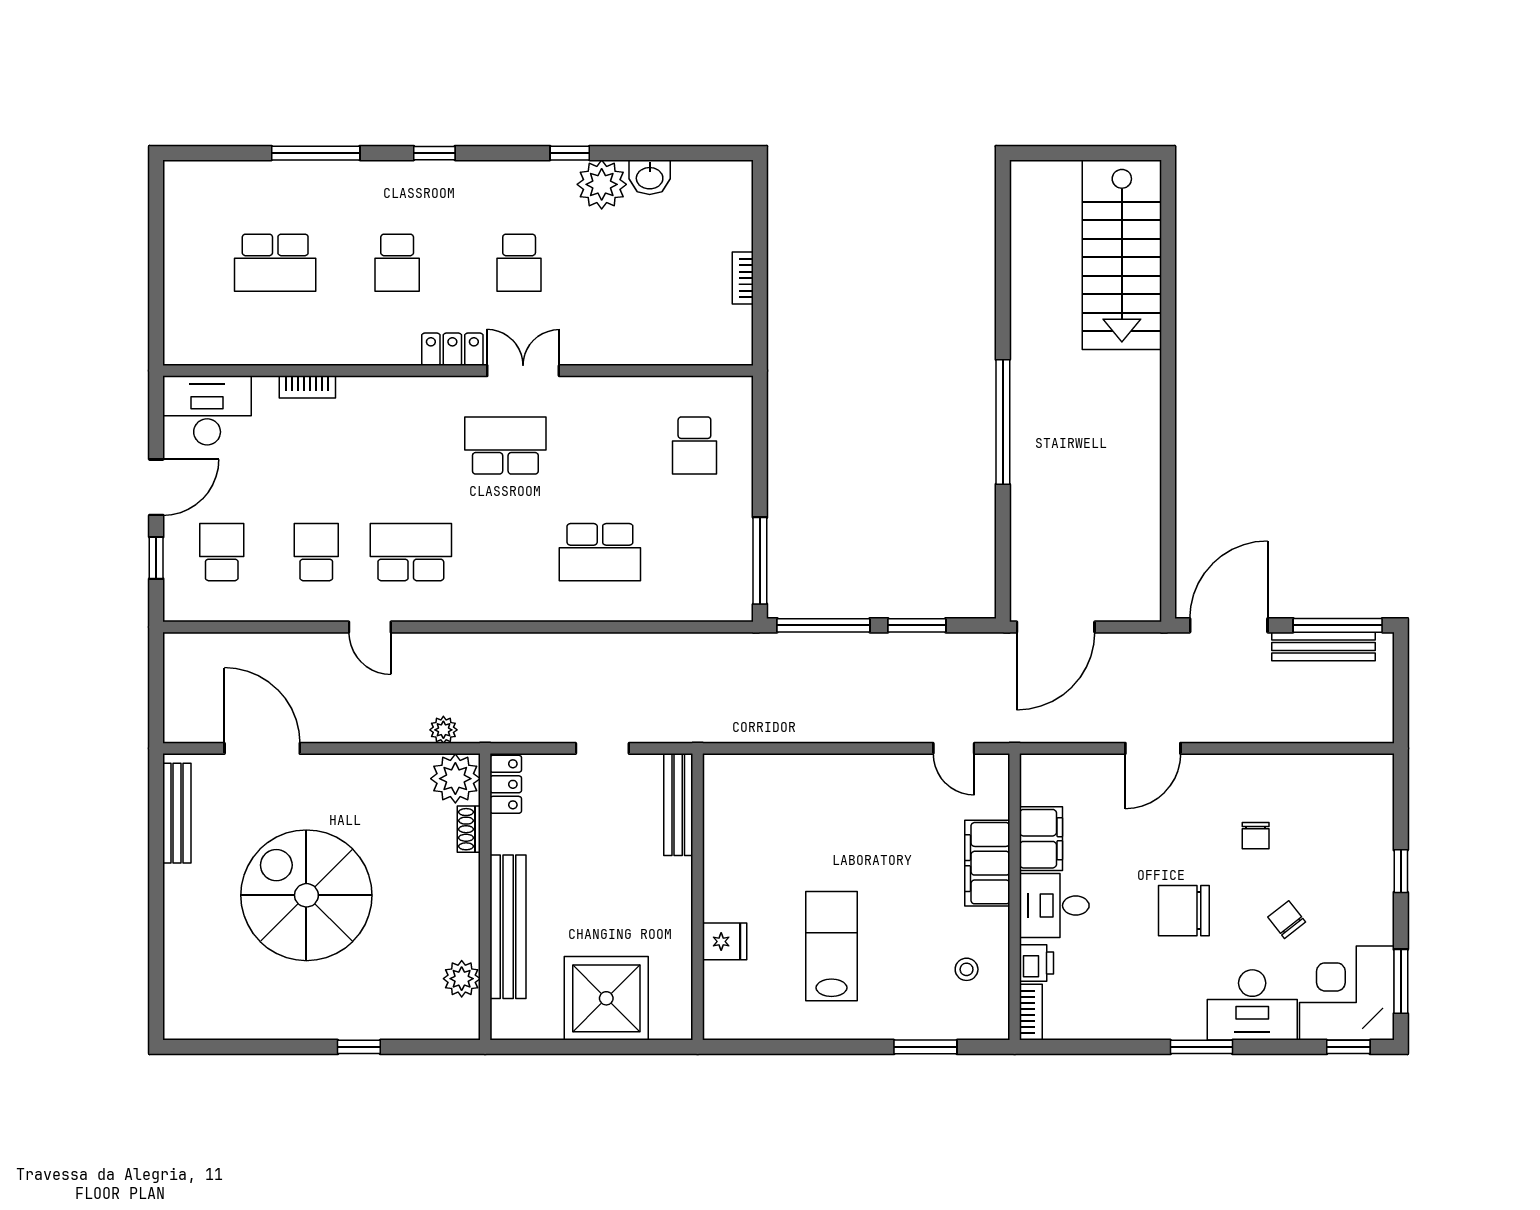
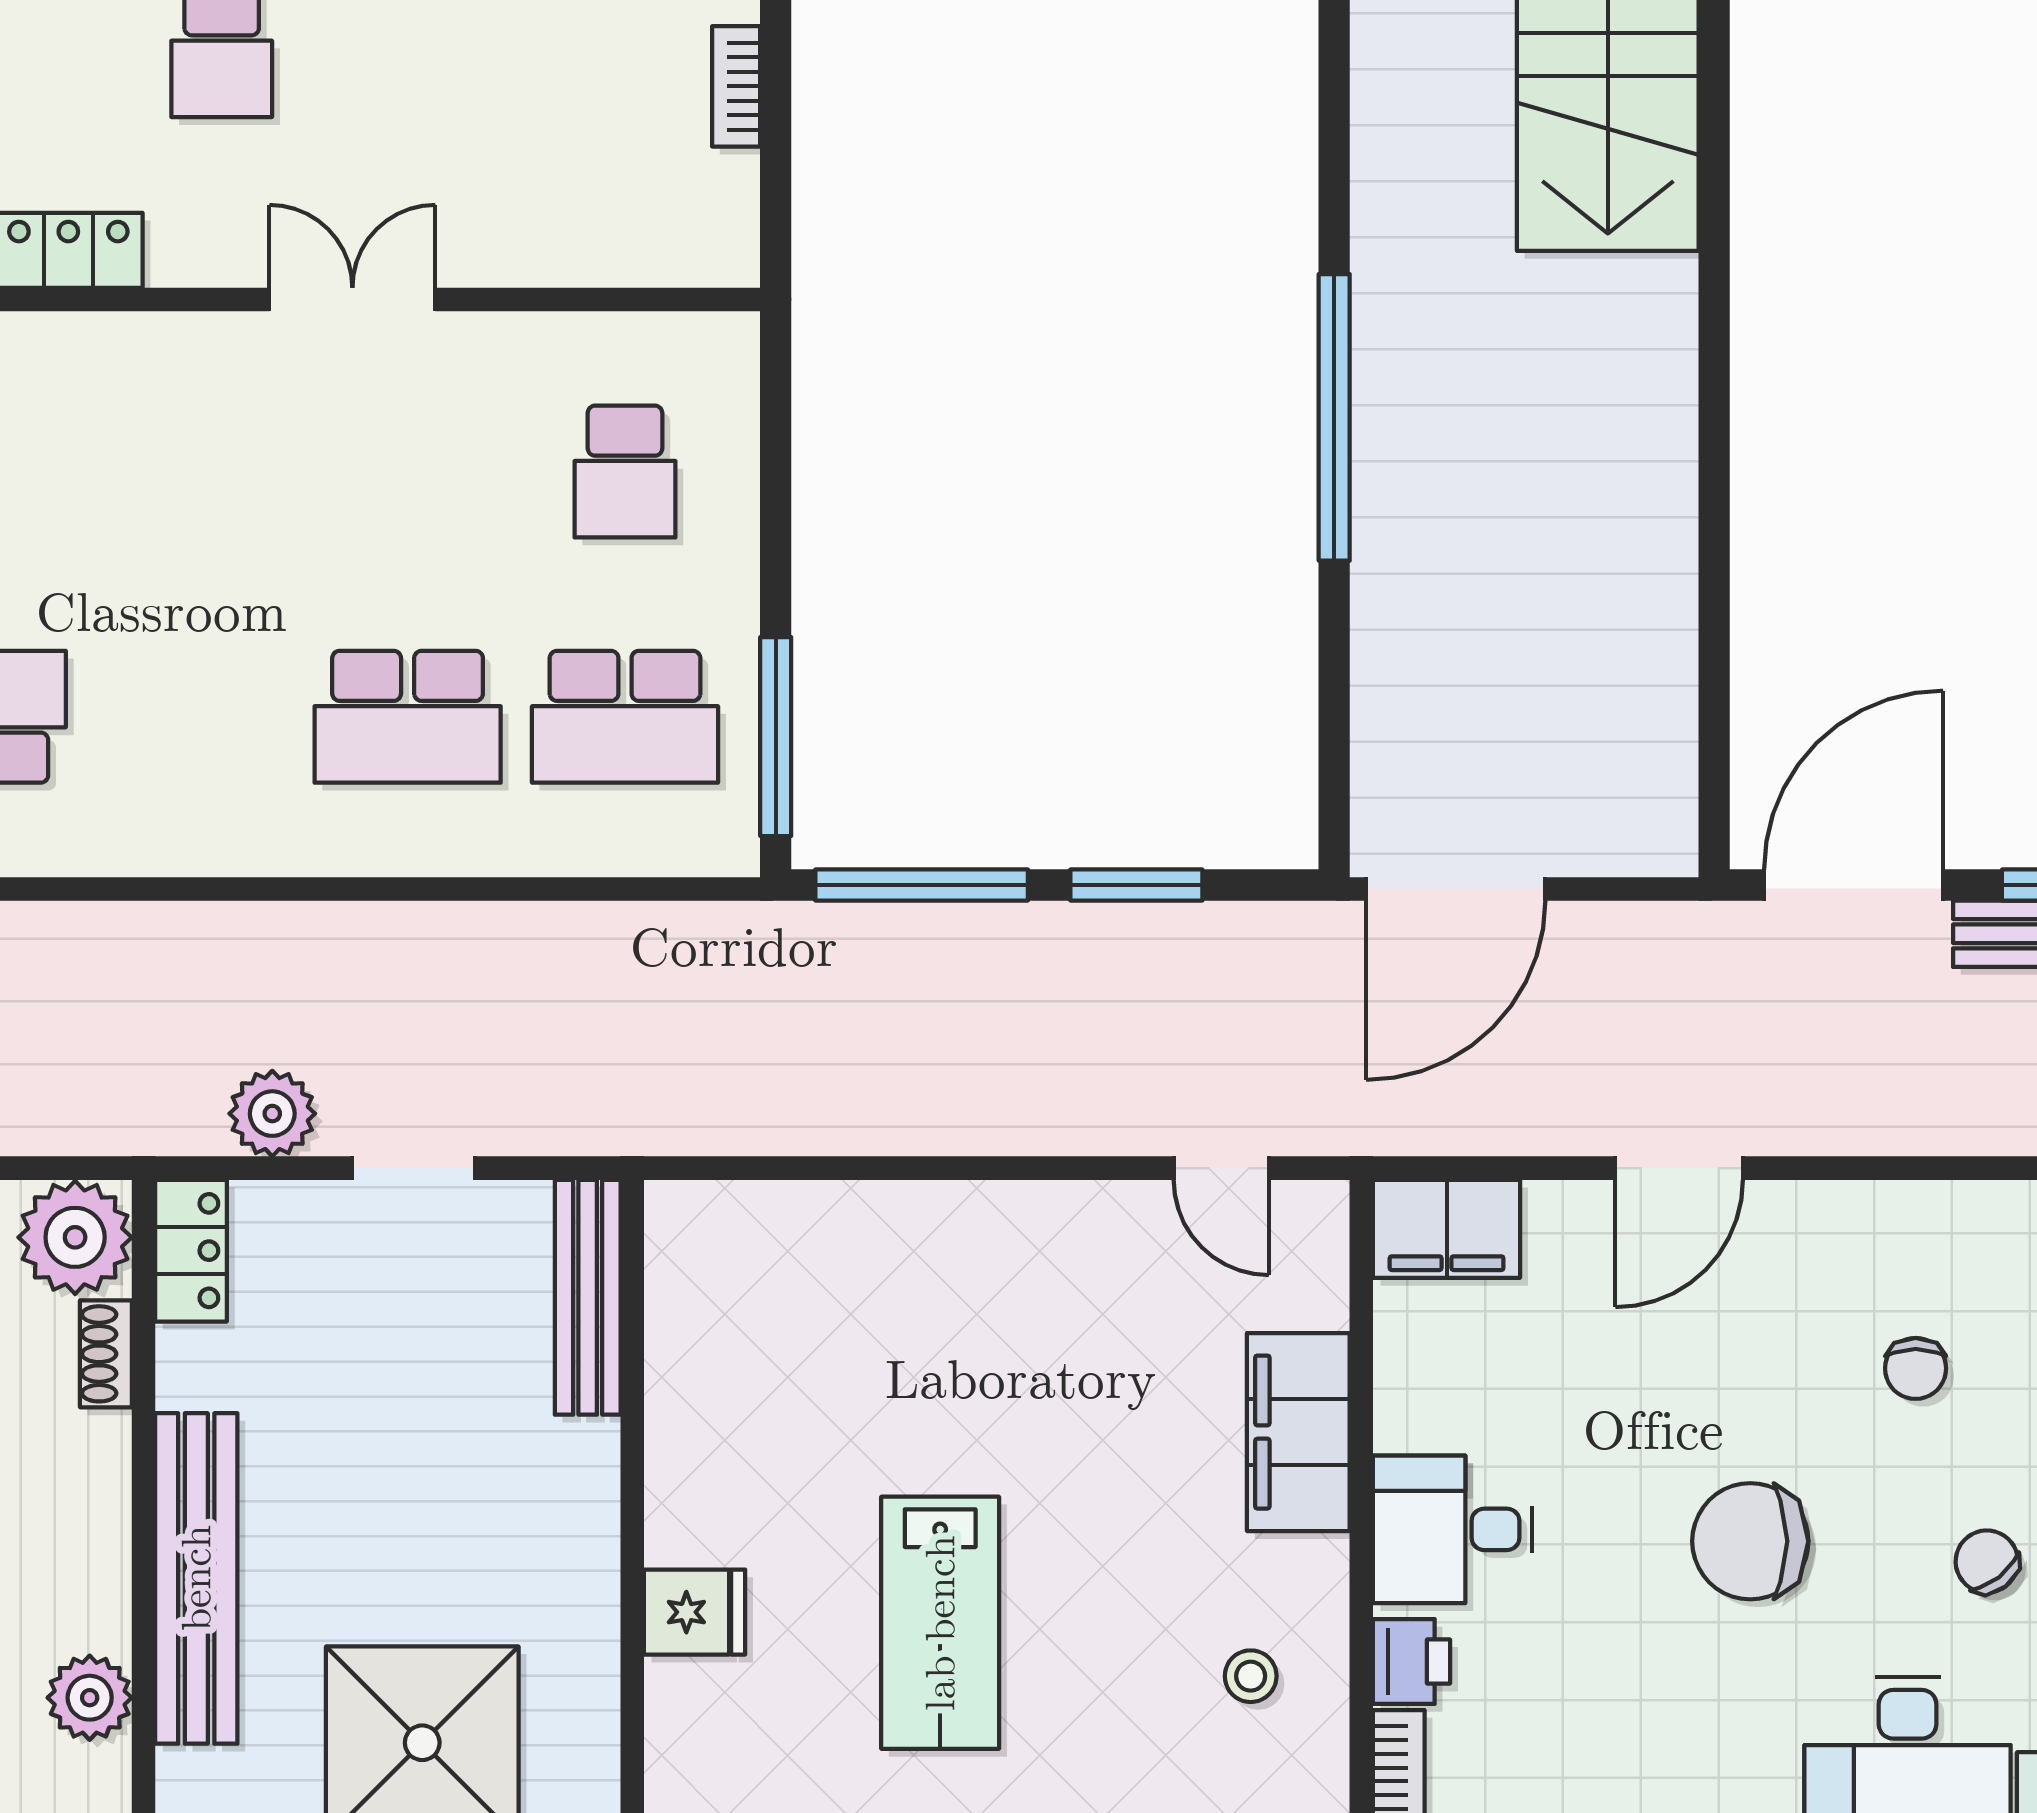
double door: (523, 371) -> (352, 299), moved
school desk: (505, 446) -> (625, 717), moved, turned 180
plant: (443, 730) -> (272, 1114), moved, width x1.38, depth x1.38
filing cabinet: (1041, 839) -> (1447, 1229), moved, turned 90
lab bench: (831, 946) -> (940, 1623), turned 180

